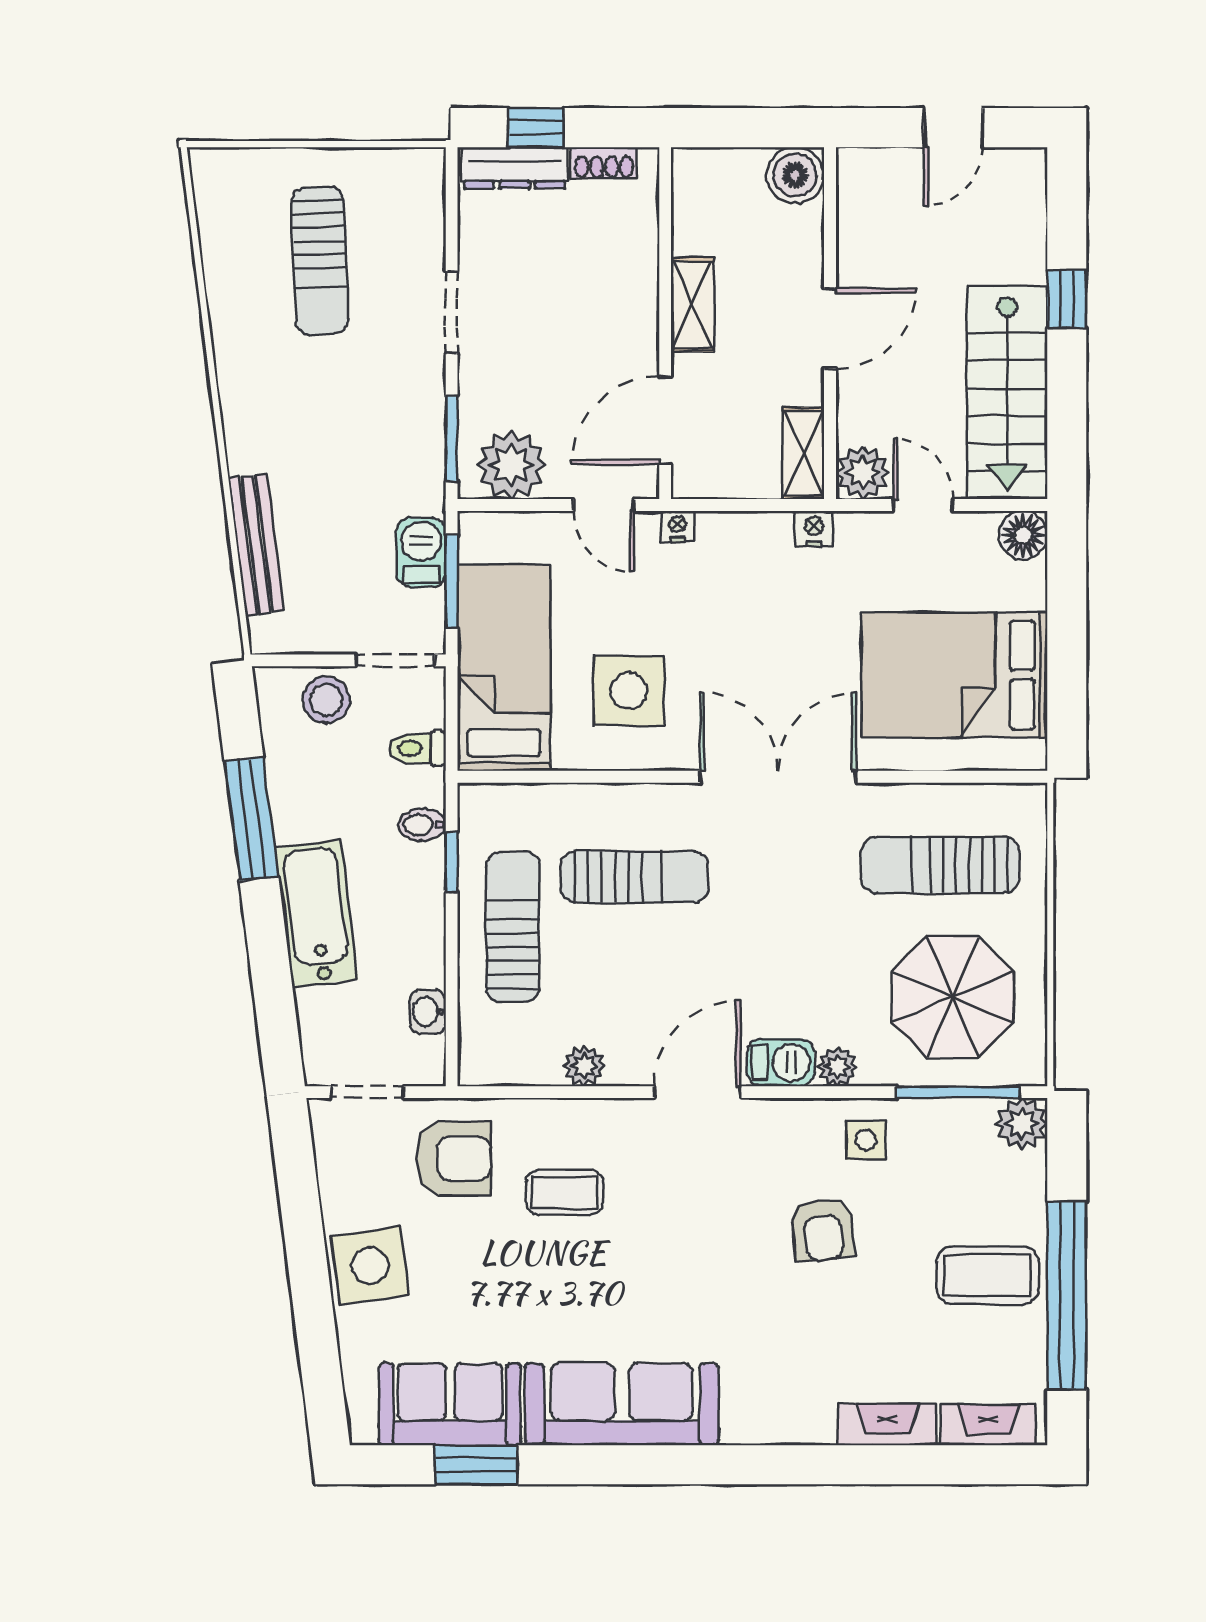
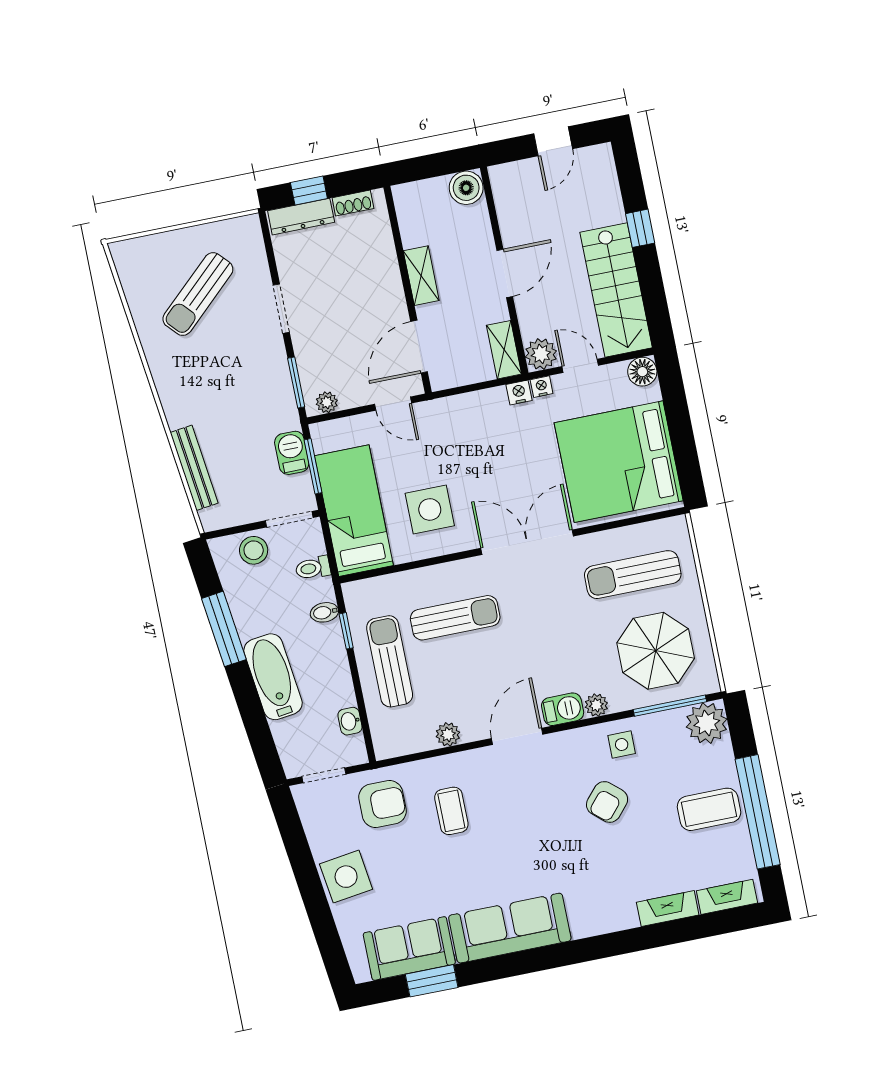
sun lounger: (320, 261) -> (198, 294), turned 49
plant: (511, 465) -> (327, 402), width x0.53, depth x0.53
nightstand: (678, 526) -> (542, 387), moved
bed: (954, 675) -> (619, 462), width x1.36
plant: (1022, 1124) -> (707, 723), width x1.36, depth x1.36
coffee table: (565, 1193) -> (451, 811), turned 90
armchair: (823, 1229) -> (607, 802), turned 46

